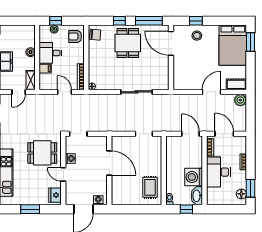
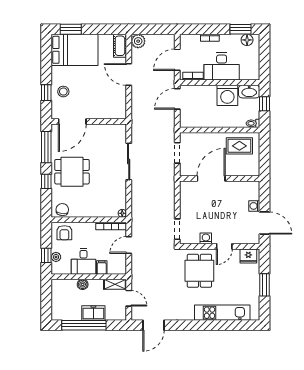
door: (109, 163) -> (211, 178), moved
wall: (109, 170) -> (220, 178), moved

